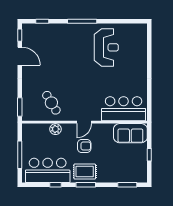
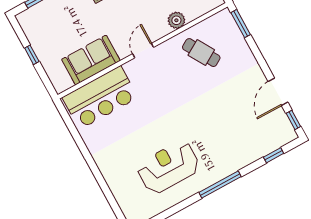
reception desk: (106, 47) -> (168, 167), turned 90
door: (20, 56) -> (278, 92), hinge flipped
sofa: (130, 133) -> (91, 60), moved
armchair: (84, 146) -> (126, 19), removed

